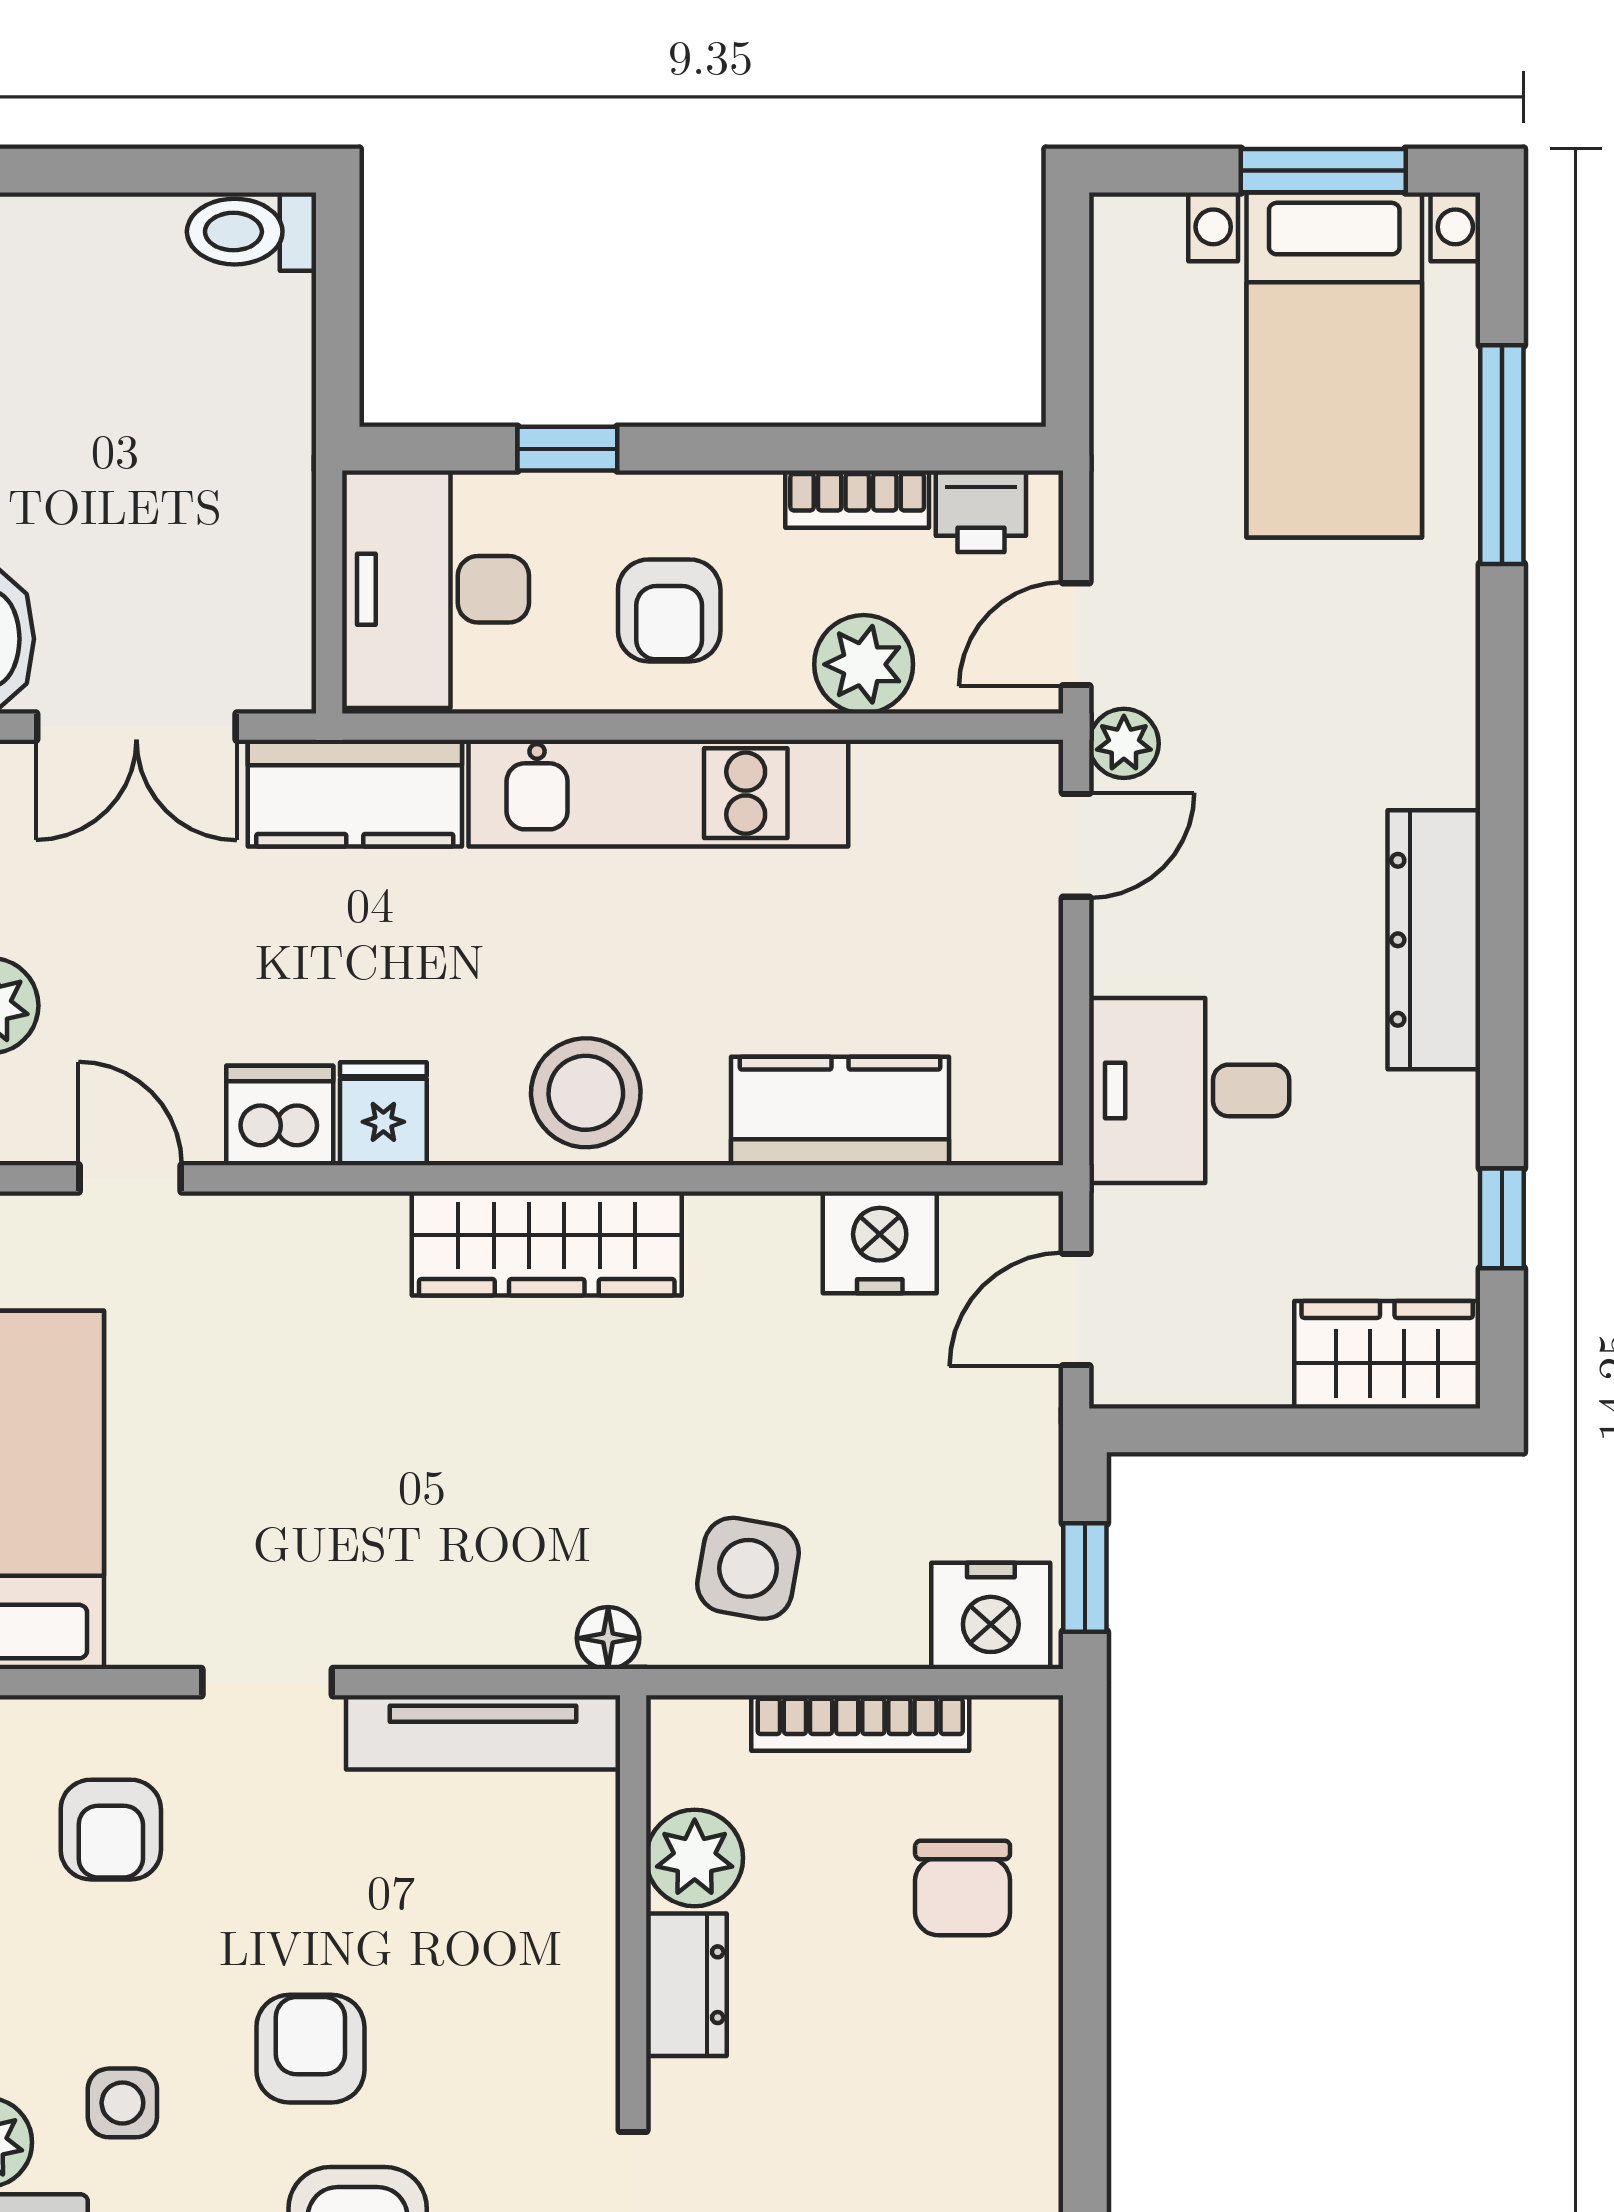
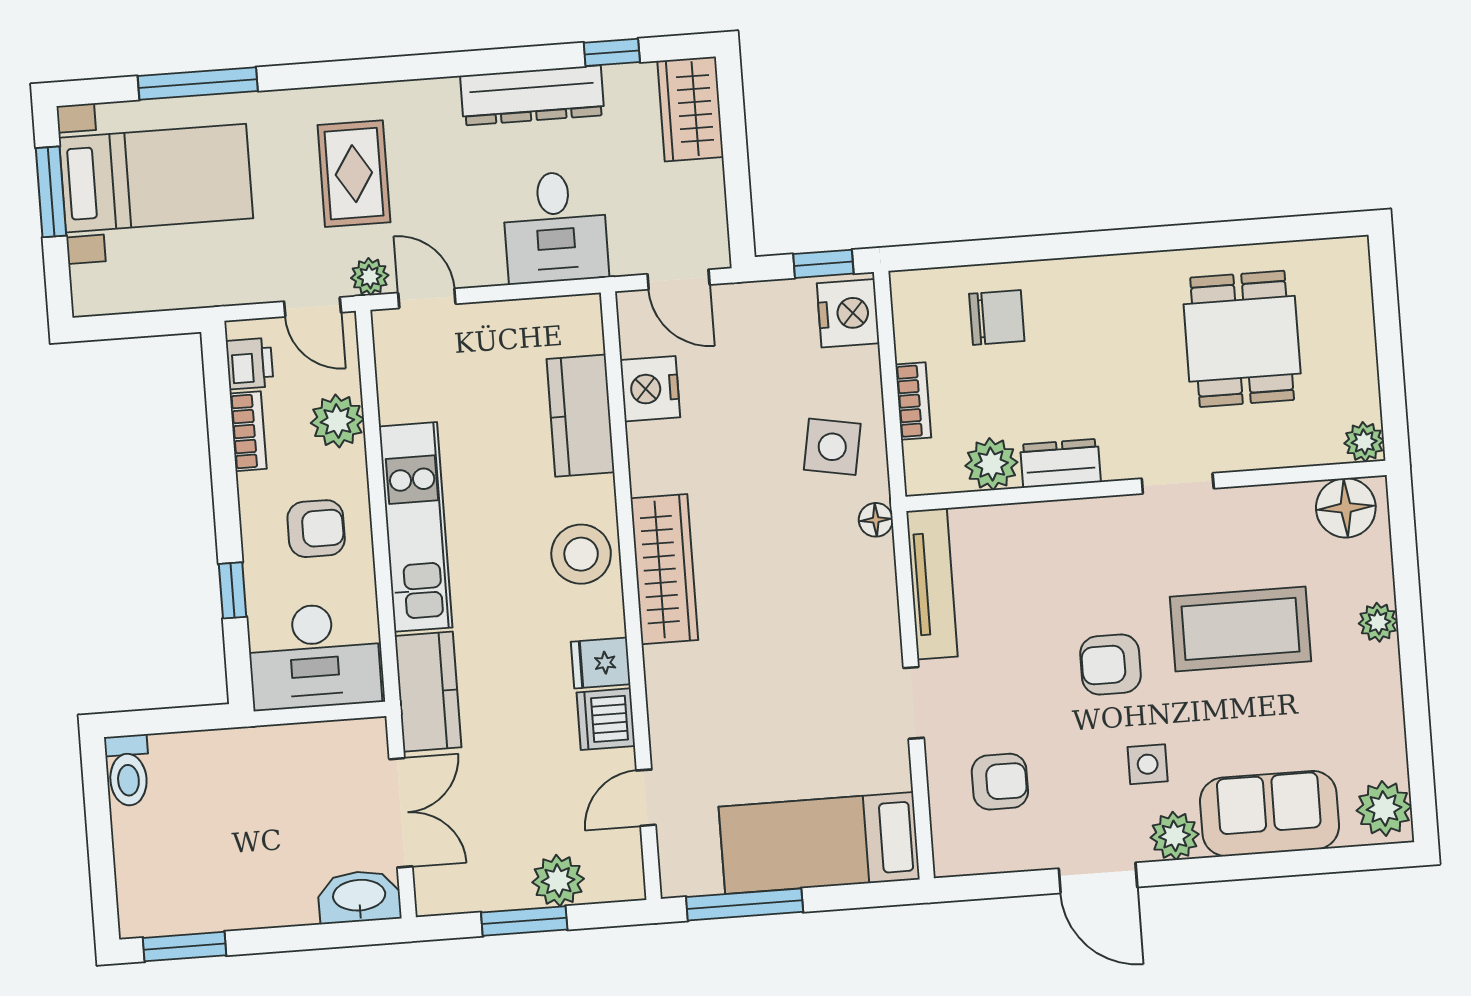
rug: (1315, 729) -> (354, 174), added
dresser: (1434, 940) -> (532, 95), moved
bookcase: (860, 1723) -> (913, 401), width x0.64

